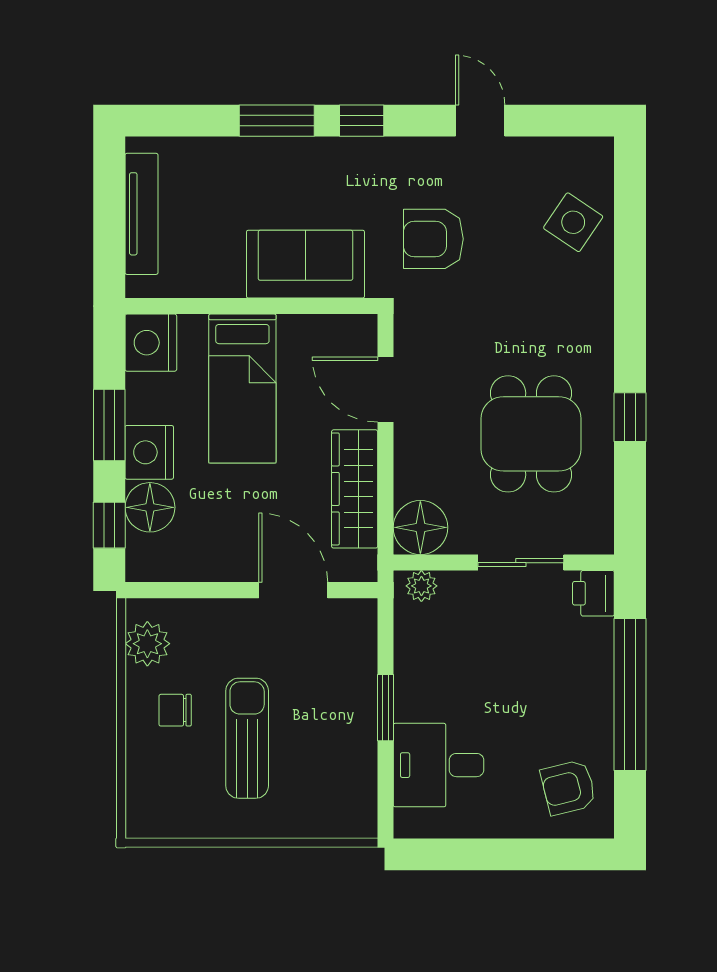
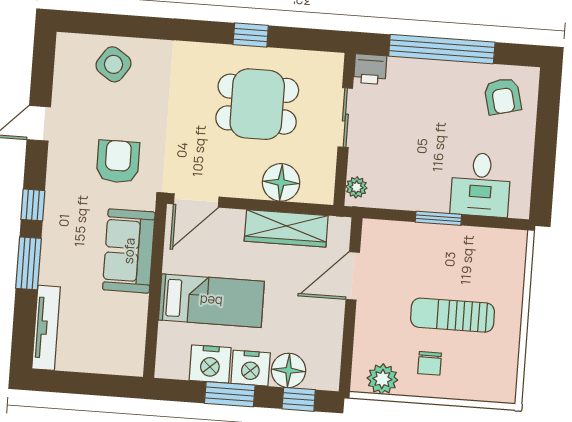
tv unit: (142, 214) -> (46, 328), moved, turned 90
armchair: (433, 239) -> (118, 162), turned 180
nightstand: (151, 343) -> (210, 364), moved
door: (385, 390) -> (196, 200), moved
floor lamp: (420, 527) -> (281, 182), moved

